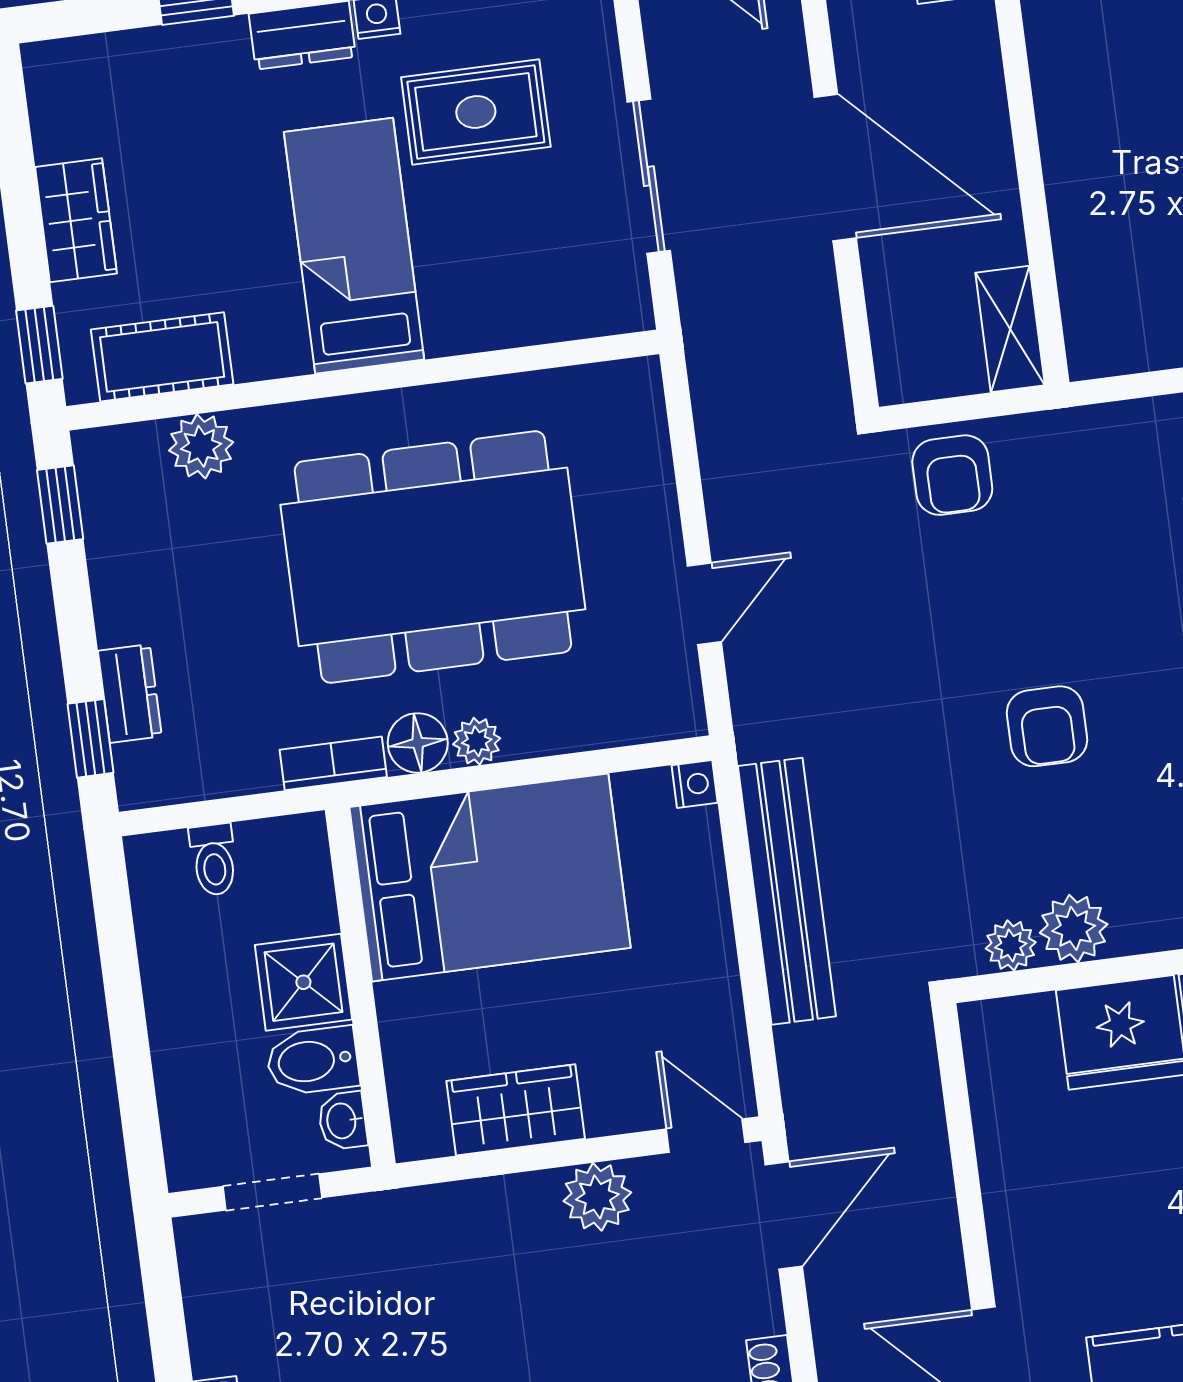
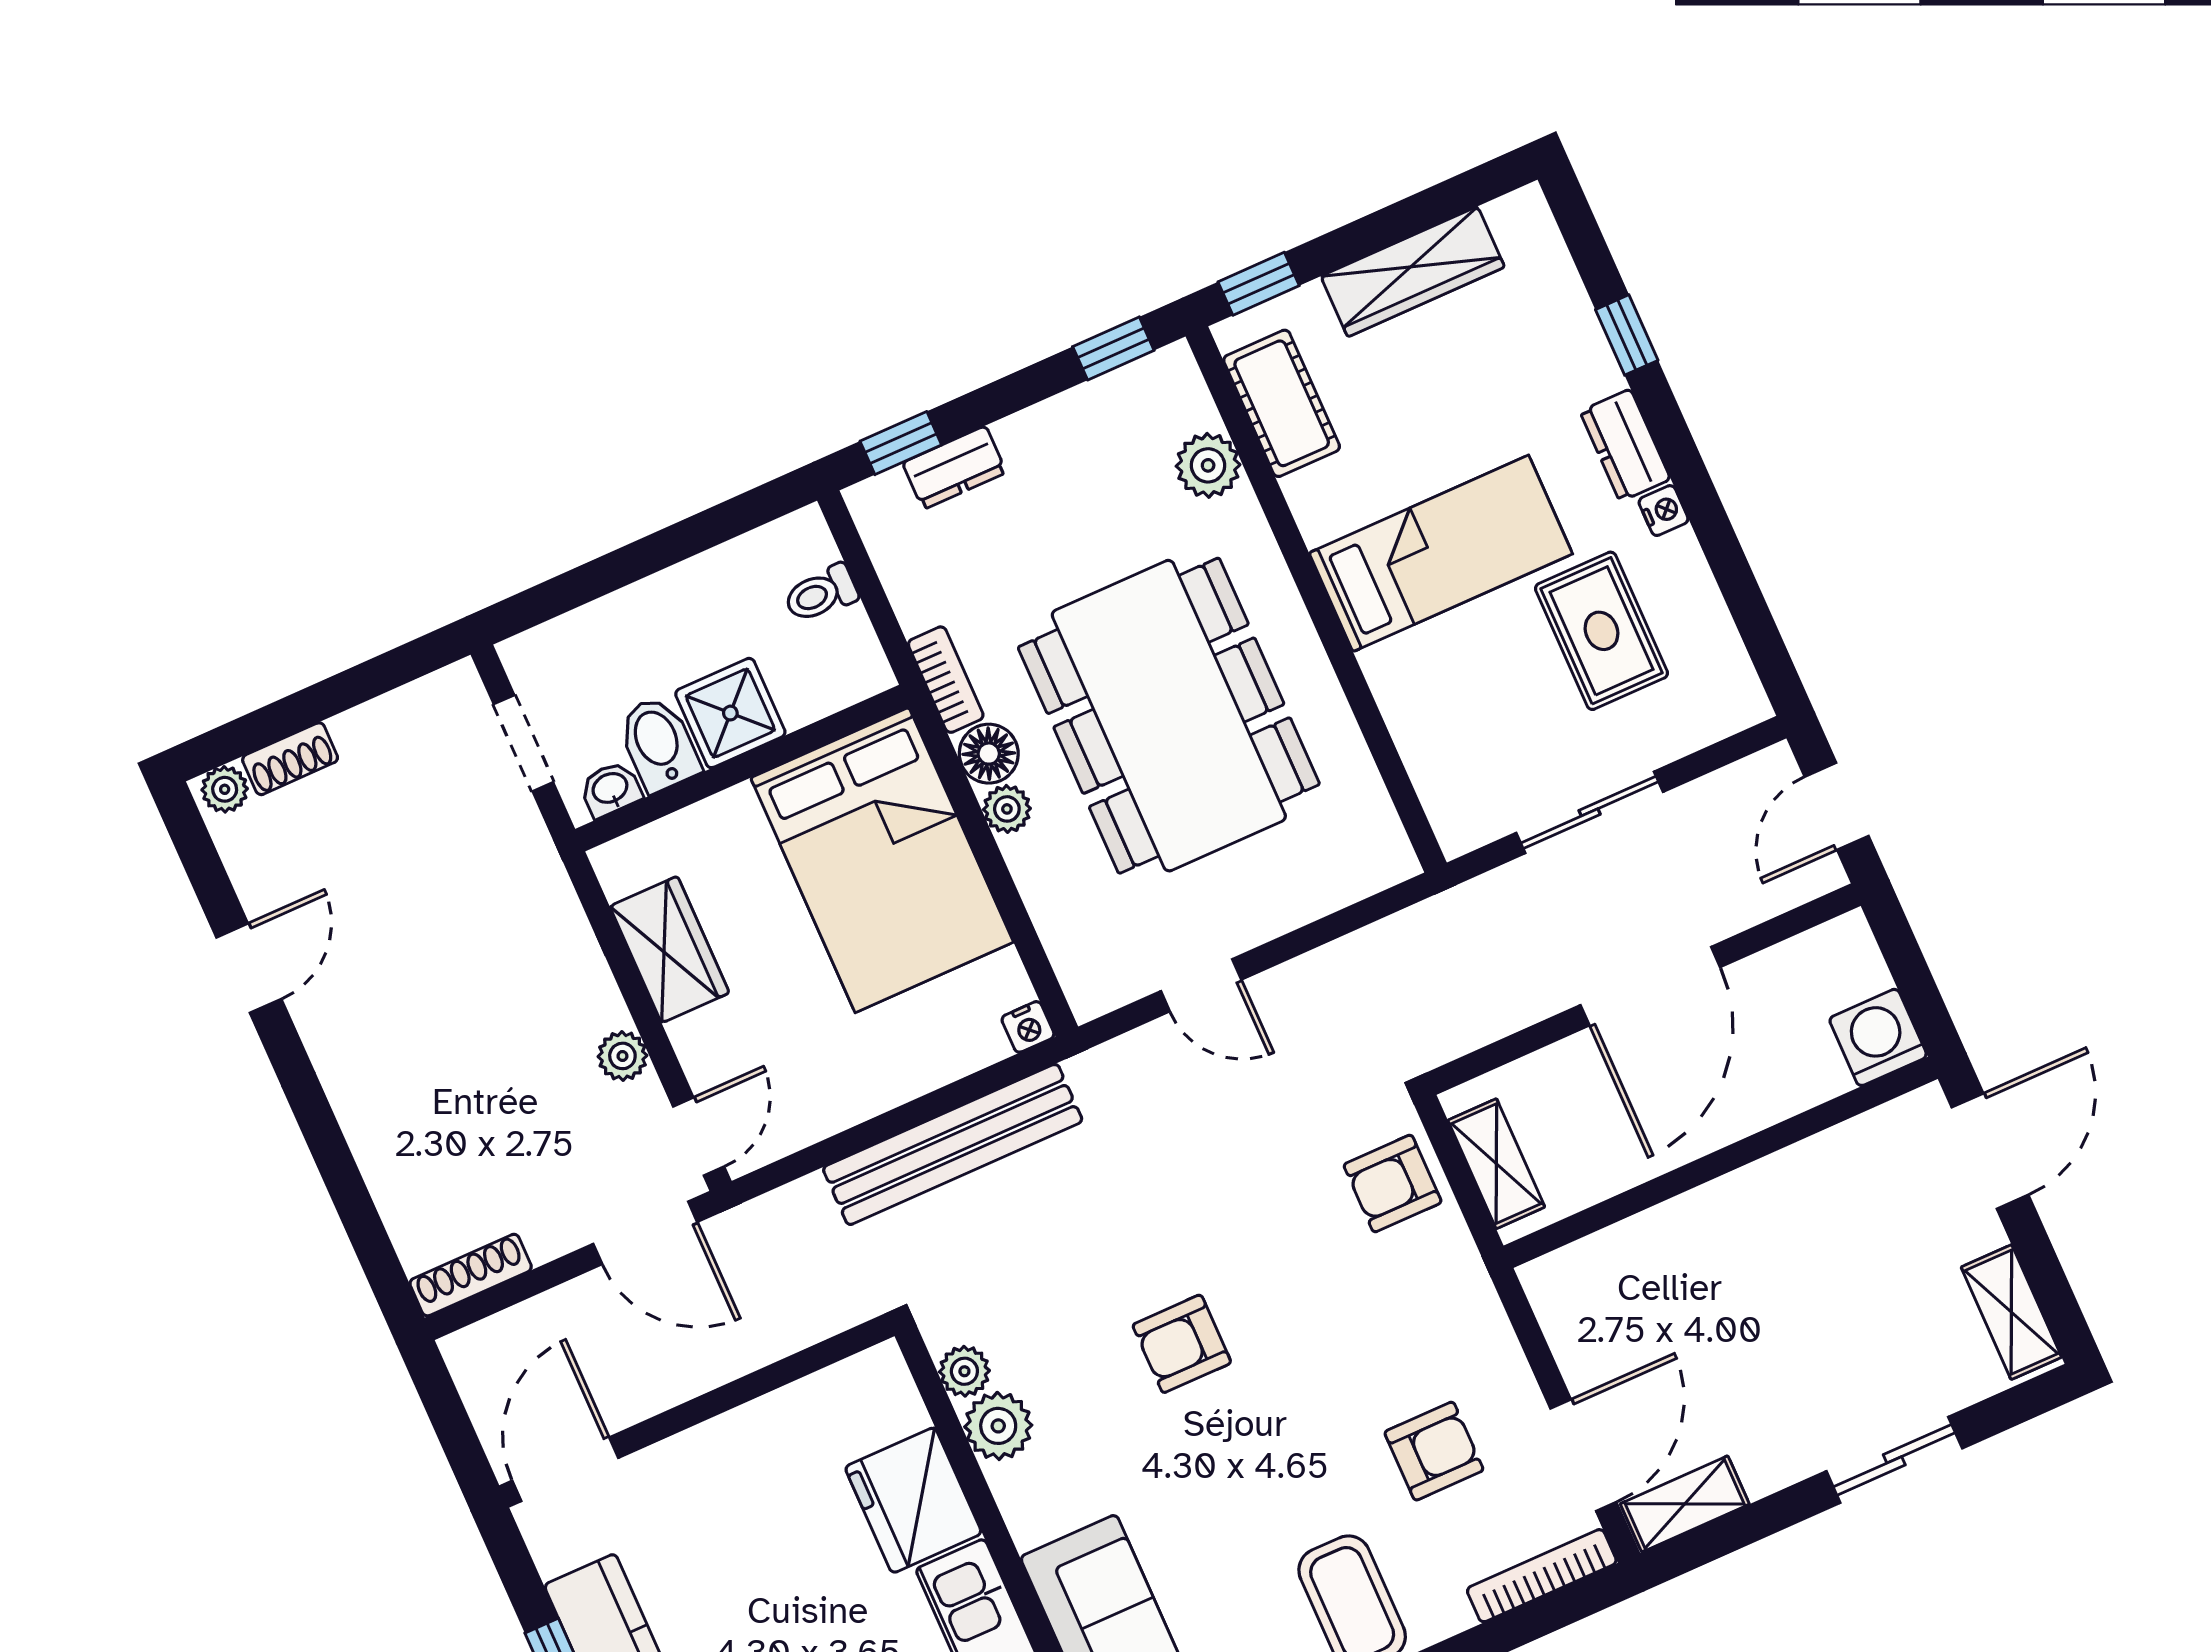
wardrobe: (76, 220) -> (1413, 272), width x1.50
shelving: (1010, 329) -> (1496, 1164), moved, turned 90
plant: (597, 1197) -> (622, 1056), width x0.73, depth x0.73

